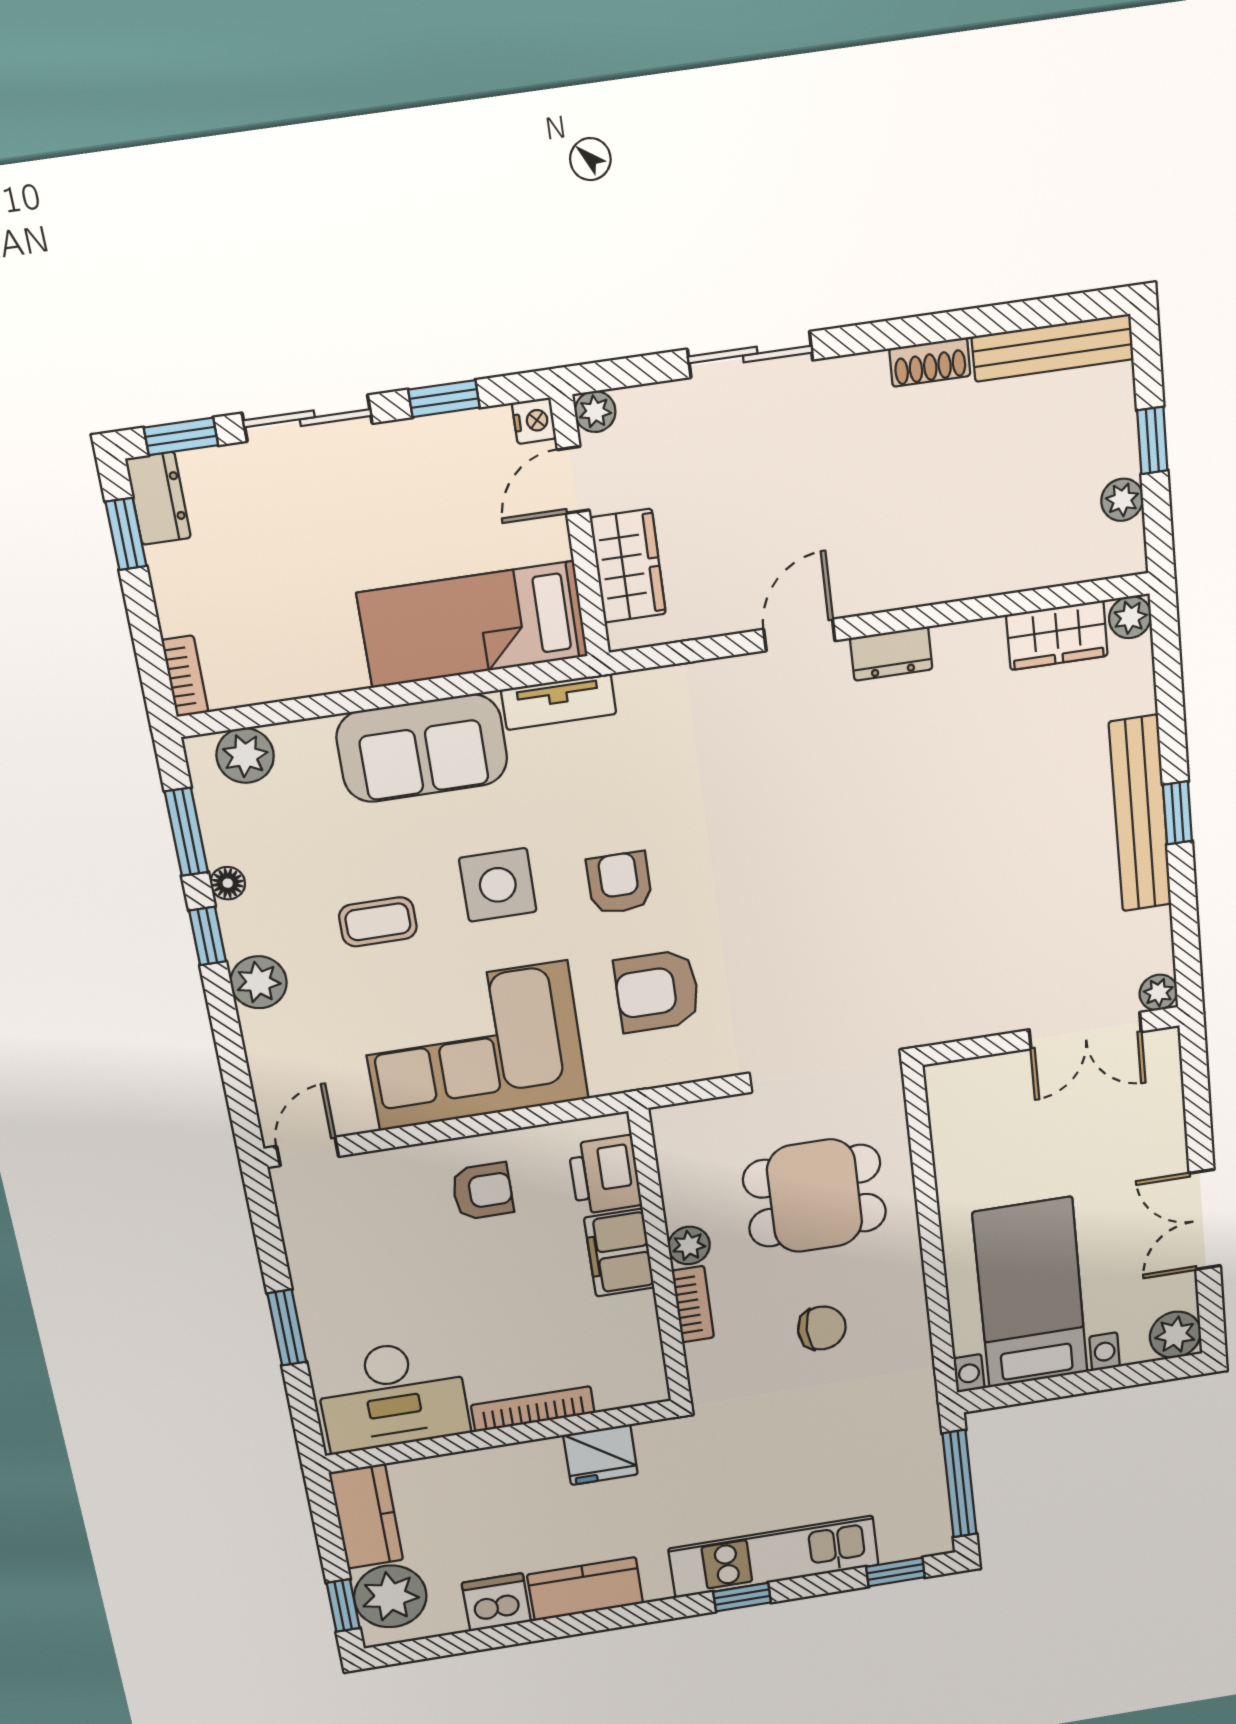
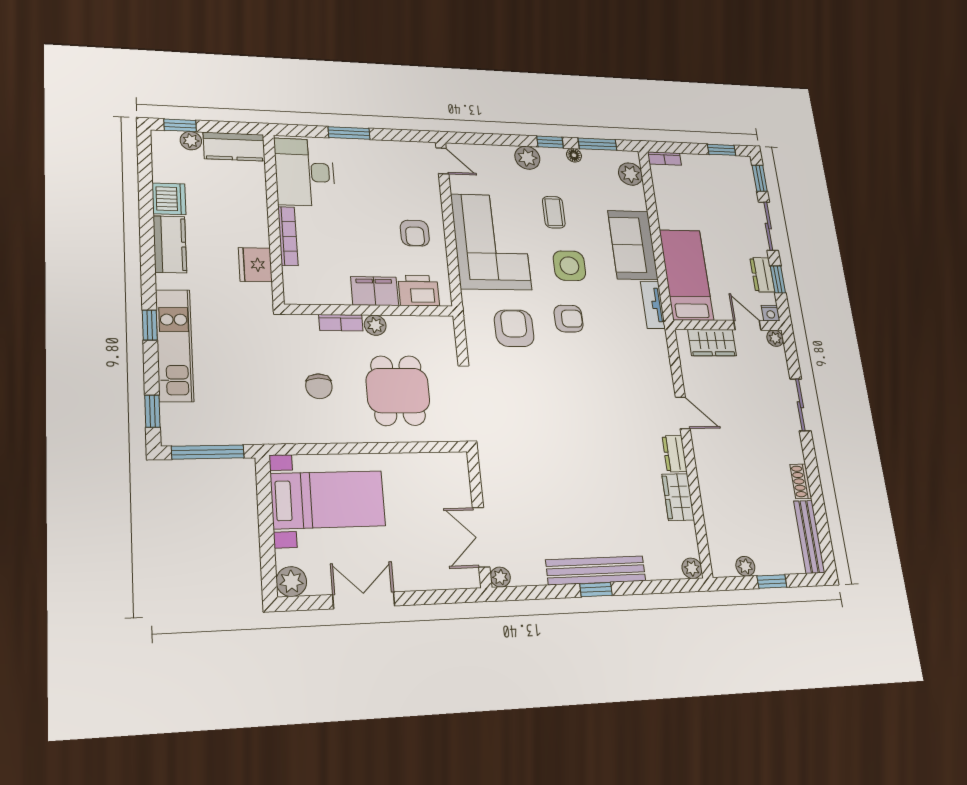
dresser: (158, 498) -> (762, 275), moved, turned 90
wardrobe: (1057, 635) -> (678, 497), moved
plant: (390, 1596) -> (191, 141), width x0.53, depth x0.53

